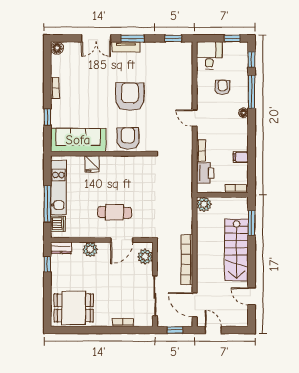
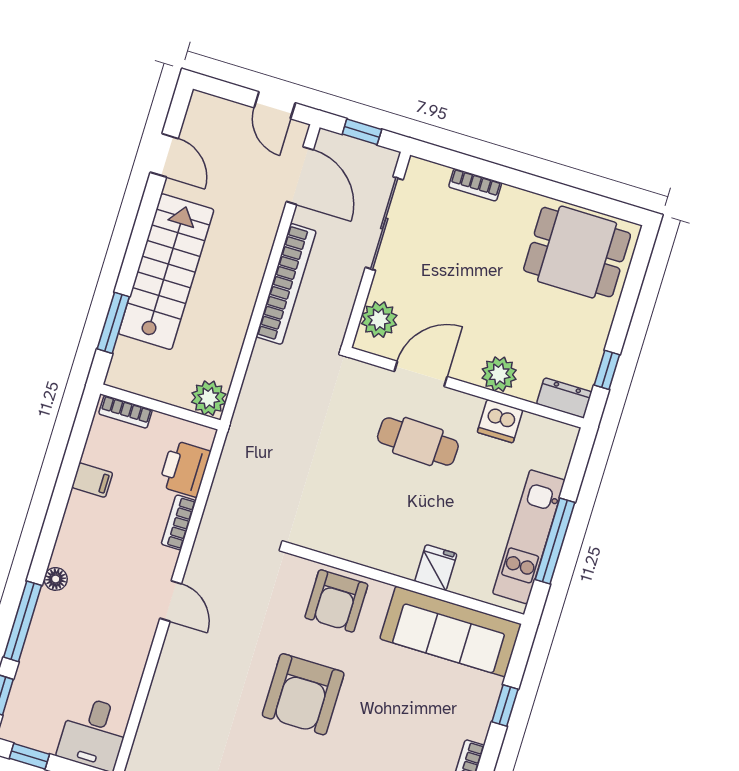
armchair: (223, 87) -> (86, 651), removed
window: (47, 204) -> (555, 541), moved
dishwasher: (58, 224) -> (500, 421), moved, turned -90

